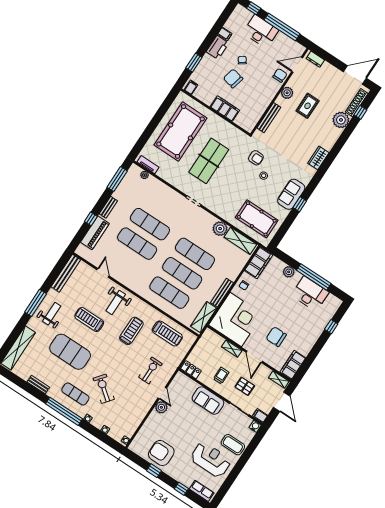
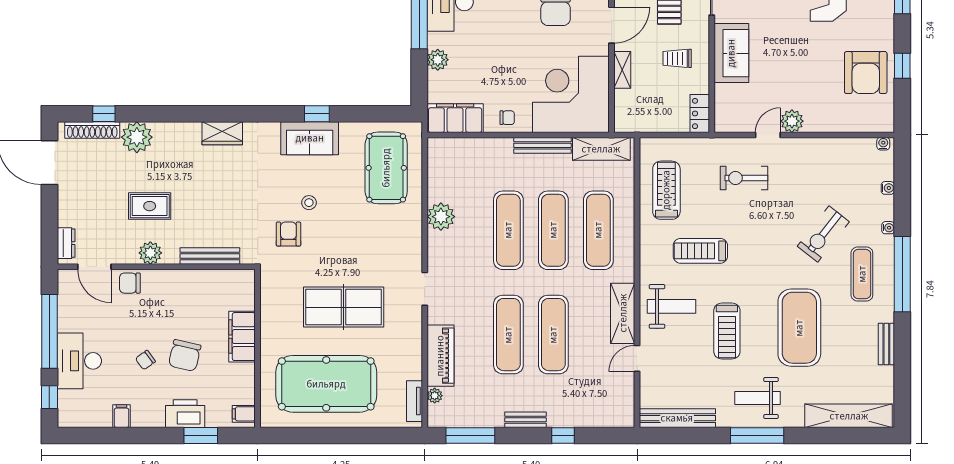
printer: (218, 47) -> (185, 414), moved
piano: (95, 233) -> (440, 356), moved, turned 90
shelving: (240, 241) -> (623, 313), moved

